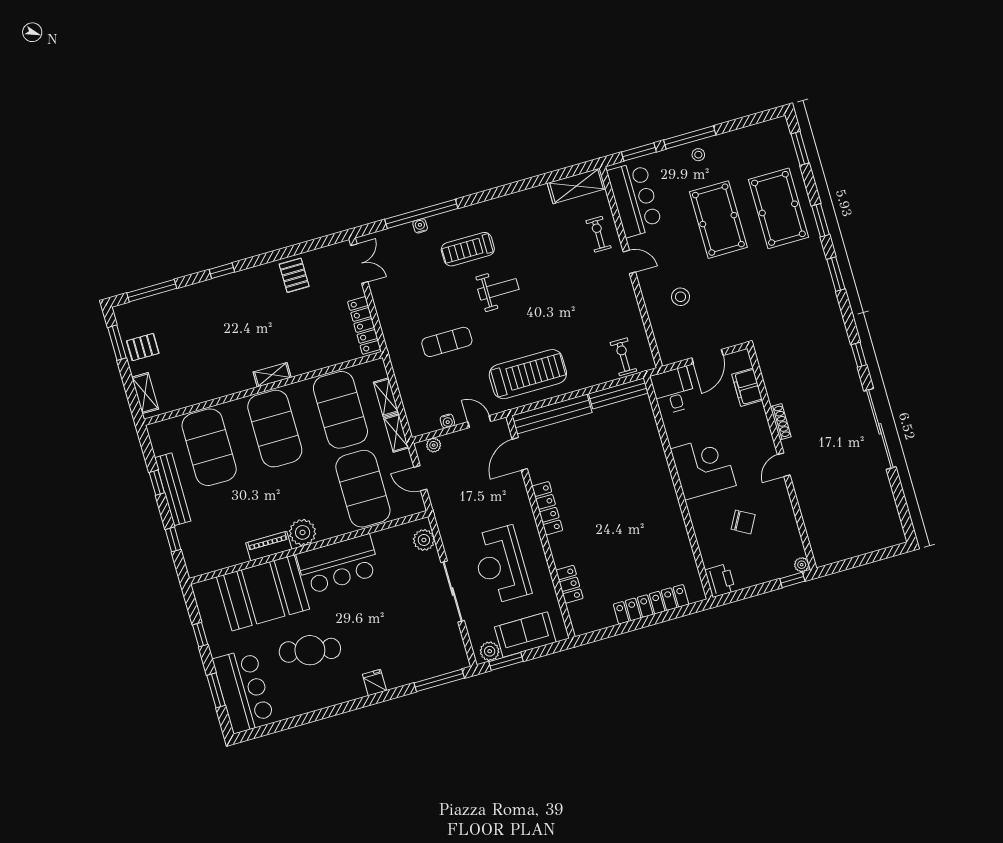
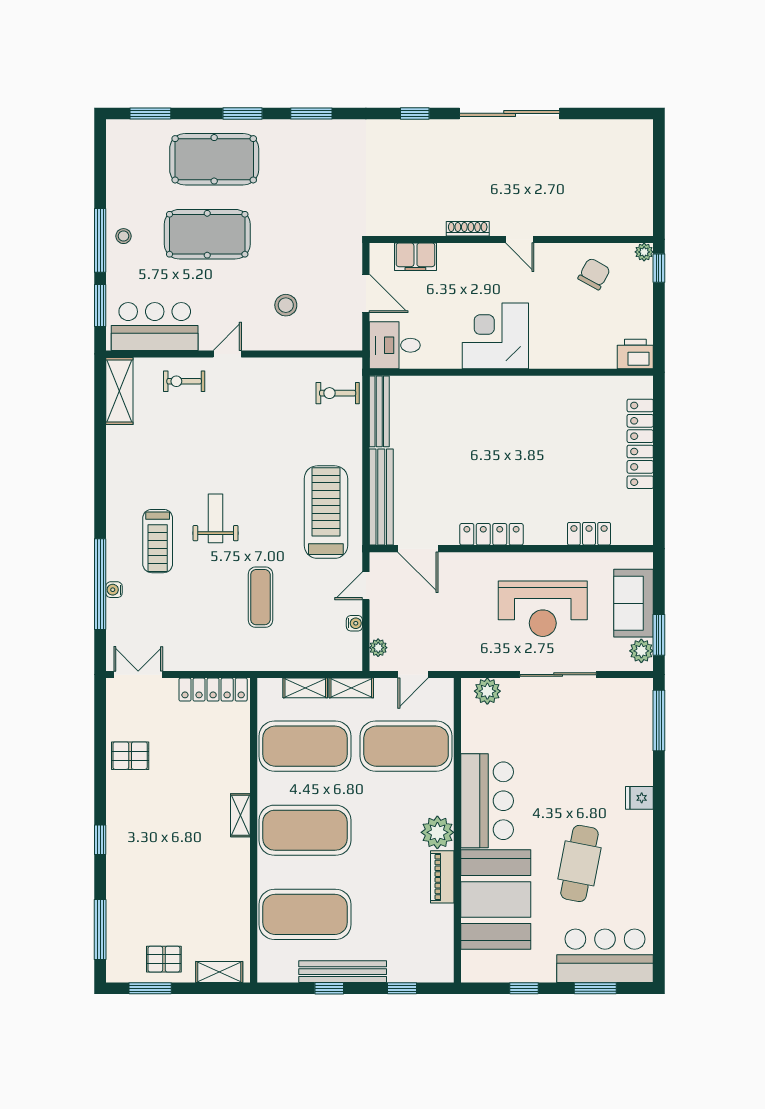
pallet: (143, 347) -> (164, 959), turned 90
chair: (743, 522) -> (594, 274), moved

